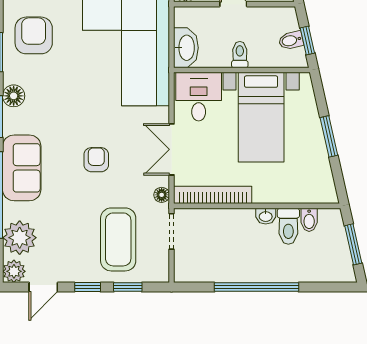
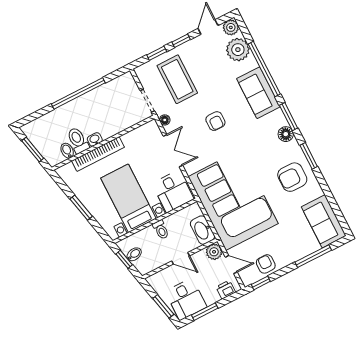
armchair: (34, 35) -> (292, 177), turned 90
washbasin: (186, 48) -> (202, 230), moved
bookcase: (213, 195) -> (98, 154), moved

